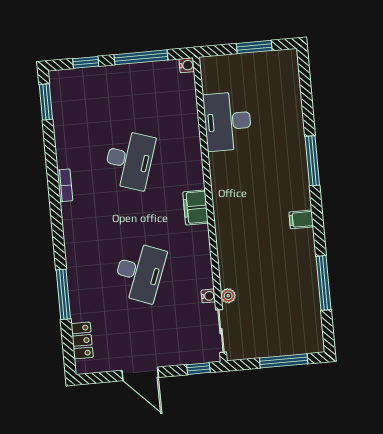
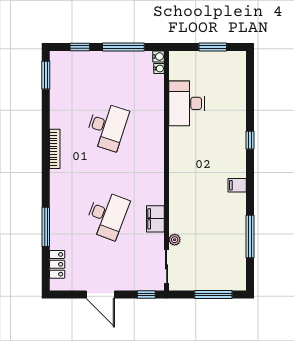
window: (312, 161) -> (250, 140), width x0.46
bookcase: (65, 185) -> (55, 149), width x1.56
filing cabinet: (196, 207) -> (155, 219), moved
water cooler: (208, 296) -> (159, 69), moved

